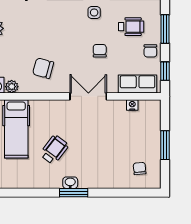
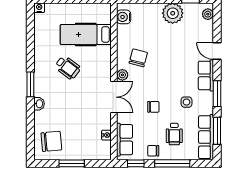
window: (165, 29) -> (172, 163), width x1.44
plant: (12, 87) -> (122, 75), moved
chair: (140, 169) -> (51, 141), width x1.87, depth x1.87
washbasin: (70, 183) -> (39, 104), moved

